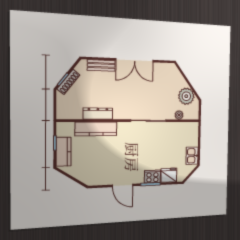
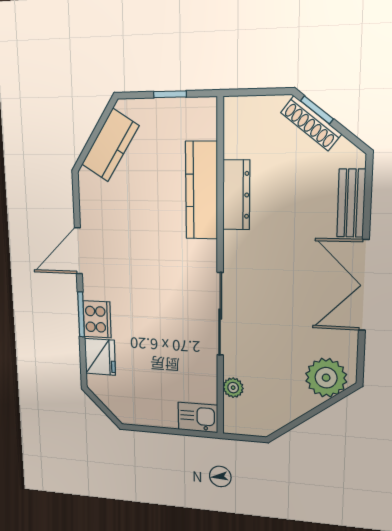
plant: (186, 96) -> (326, 378), moved
kitchen counter: (64, 152) -> (110, 145), moved, turned -57
kitchen sink: (192, 156) -> (198, 417), moved

